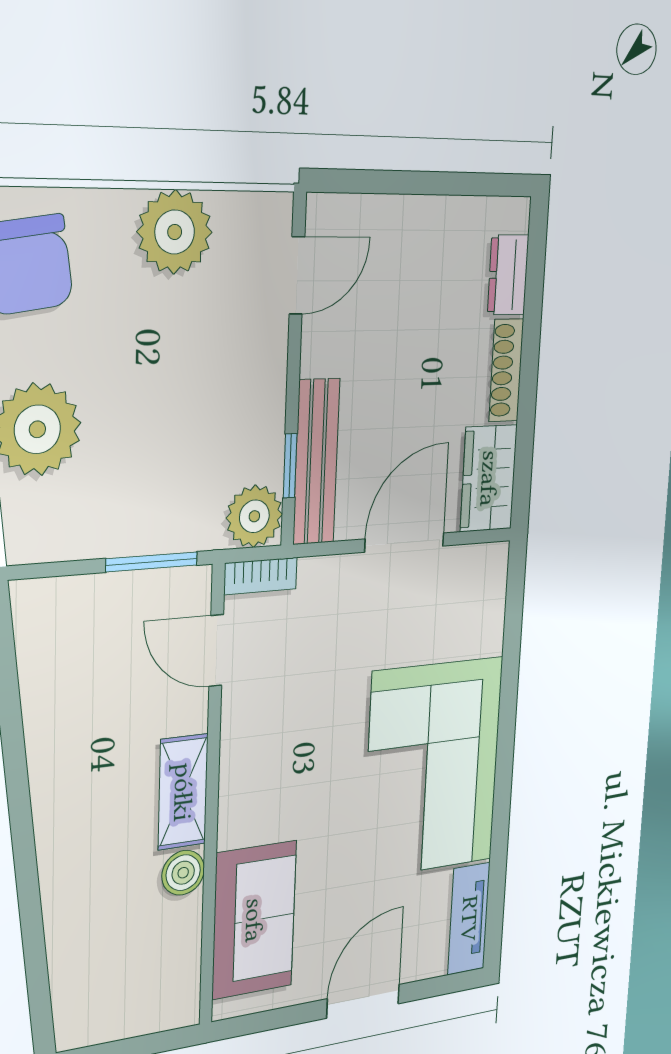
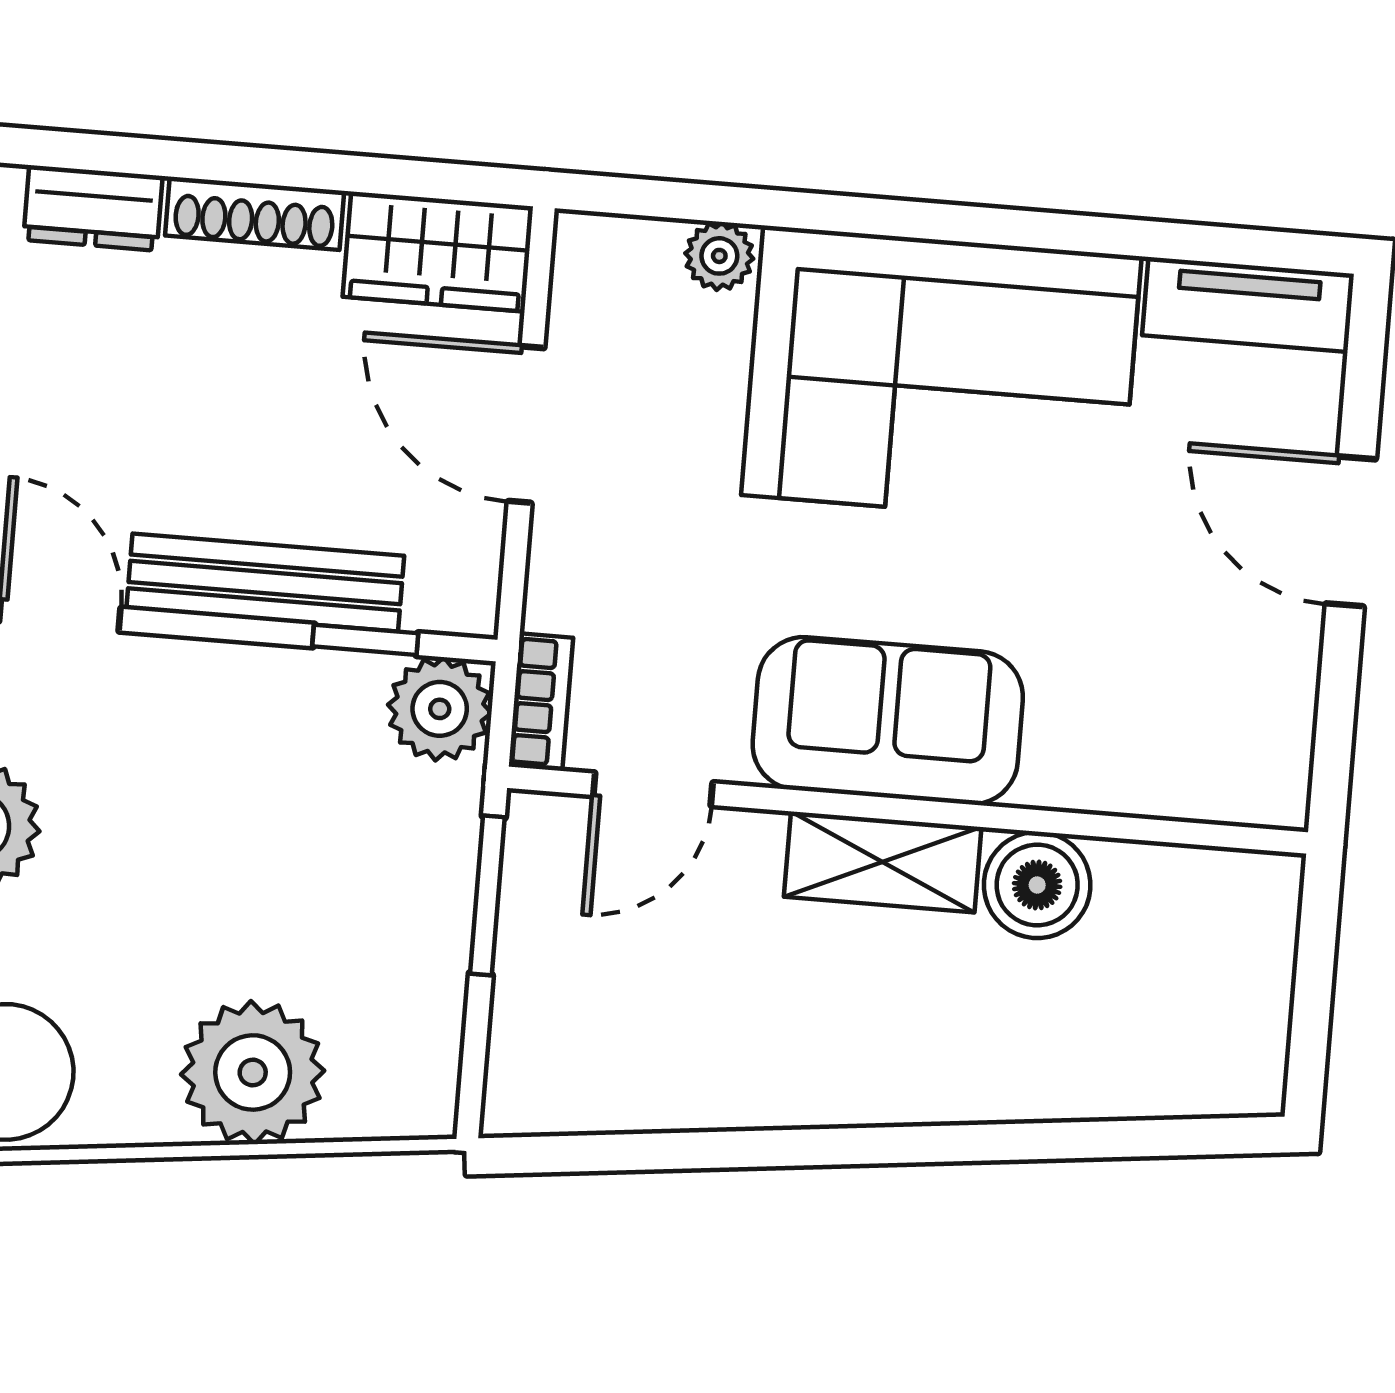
bench: (316, 462) -> (265, 583), moved
plant: (488, 635) -> (719, 256), added
boiler: (183, 873) -> (1037, 885), width x1.36, depth x1.36
sofa: (254, 920) -> (888, 721), moved

